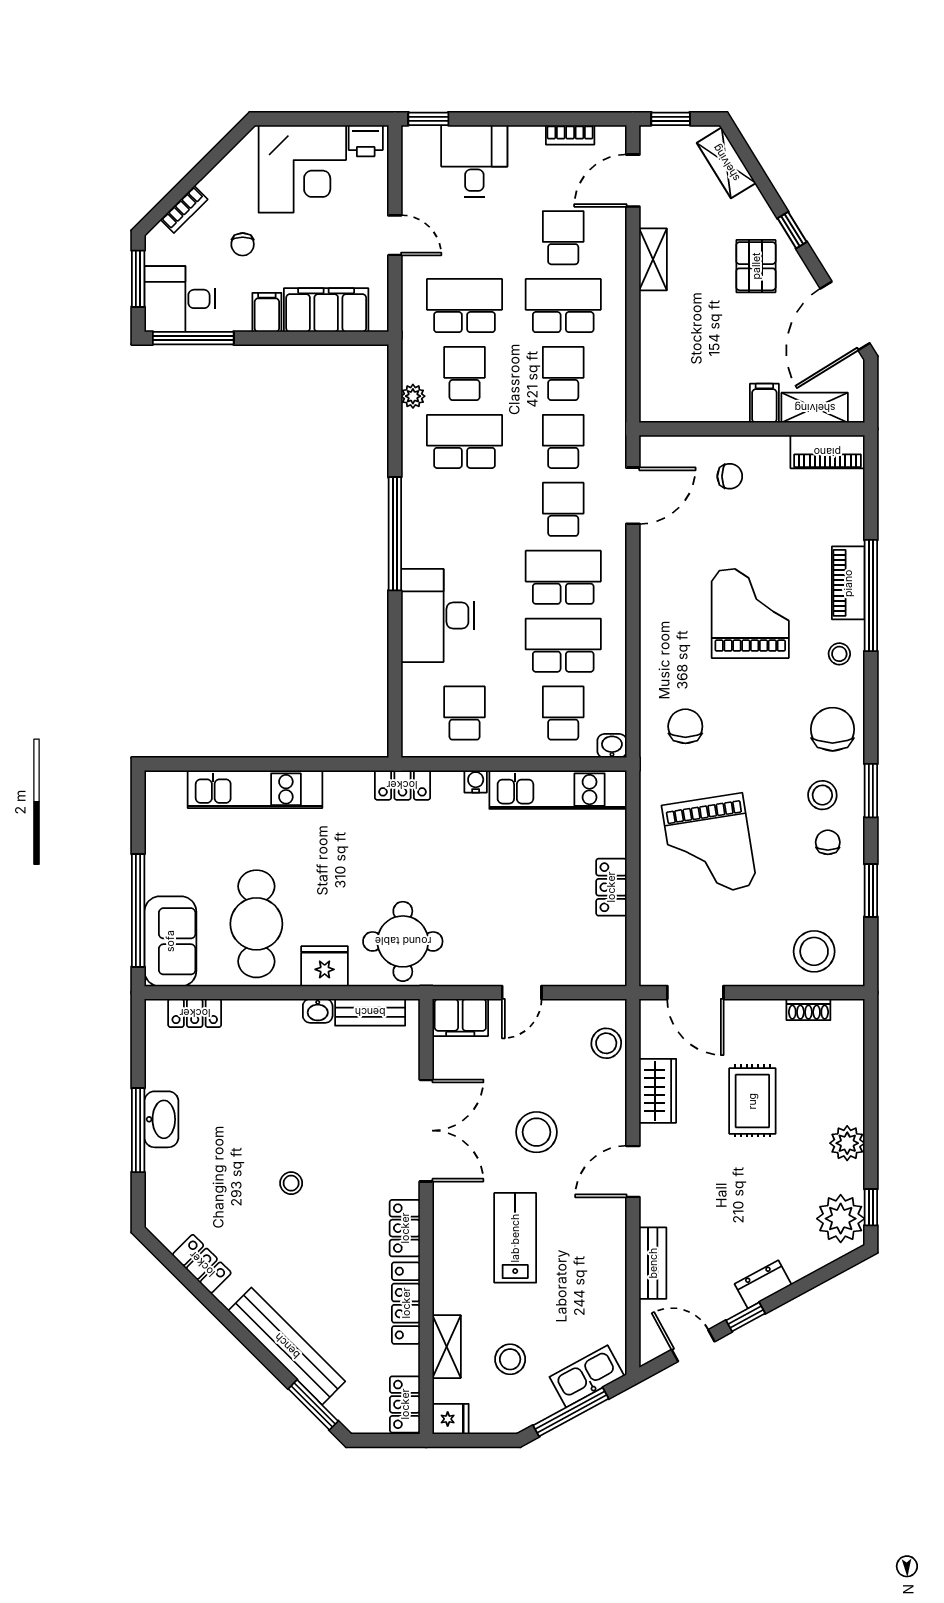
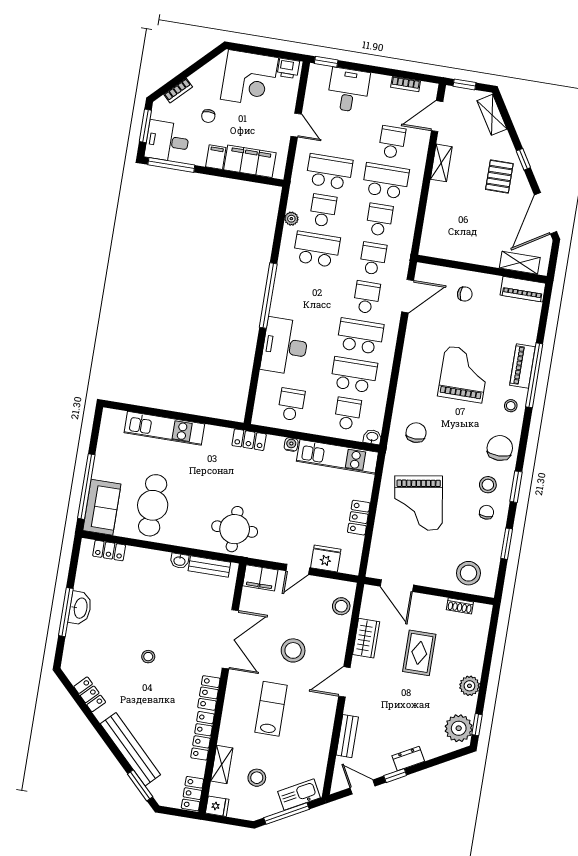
filing cabinet: (764, 403) -> (491, 256), removed
fridge: (325, 966) -> (326, 559), moved

